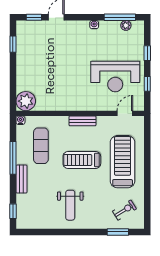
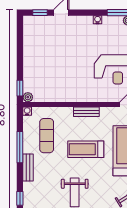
window: (13, 44) -> (20, 88), moved
plant: (26, 101) -> (28, 97), width x0.53, depth x0.53

